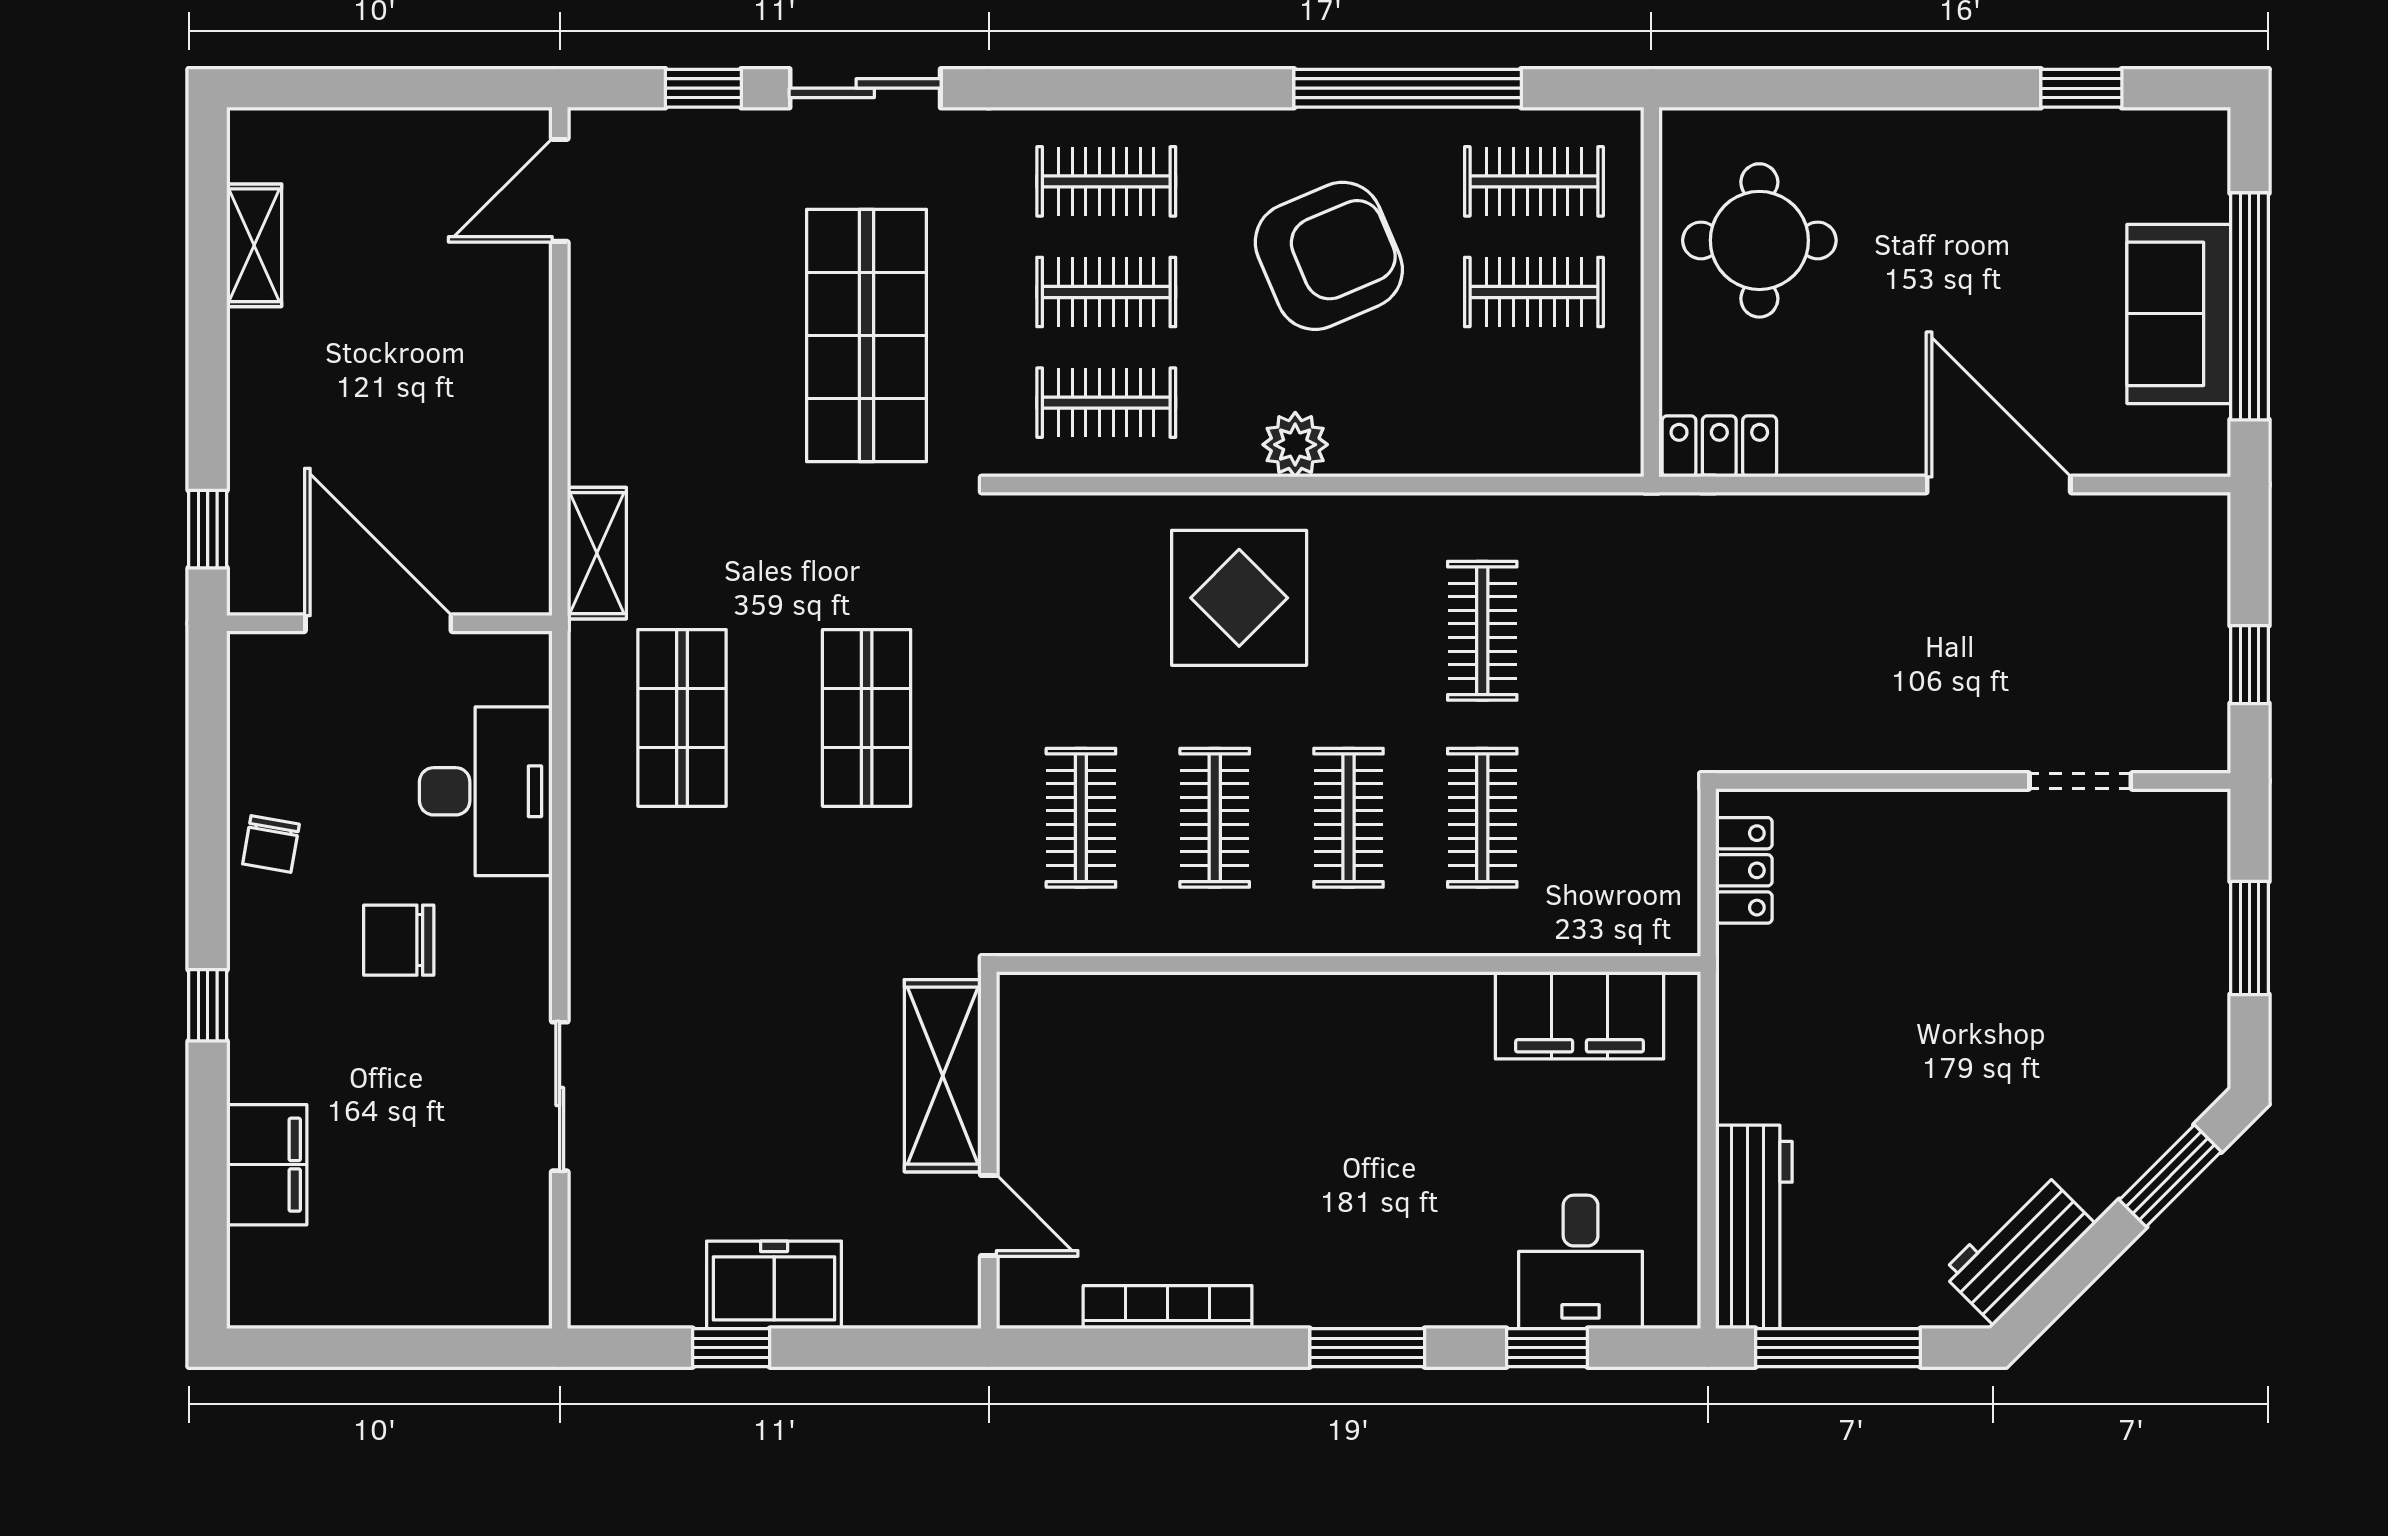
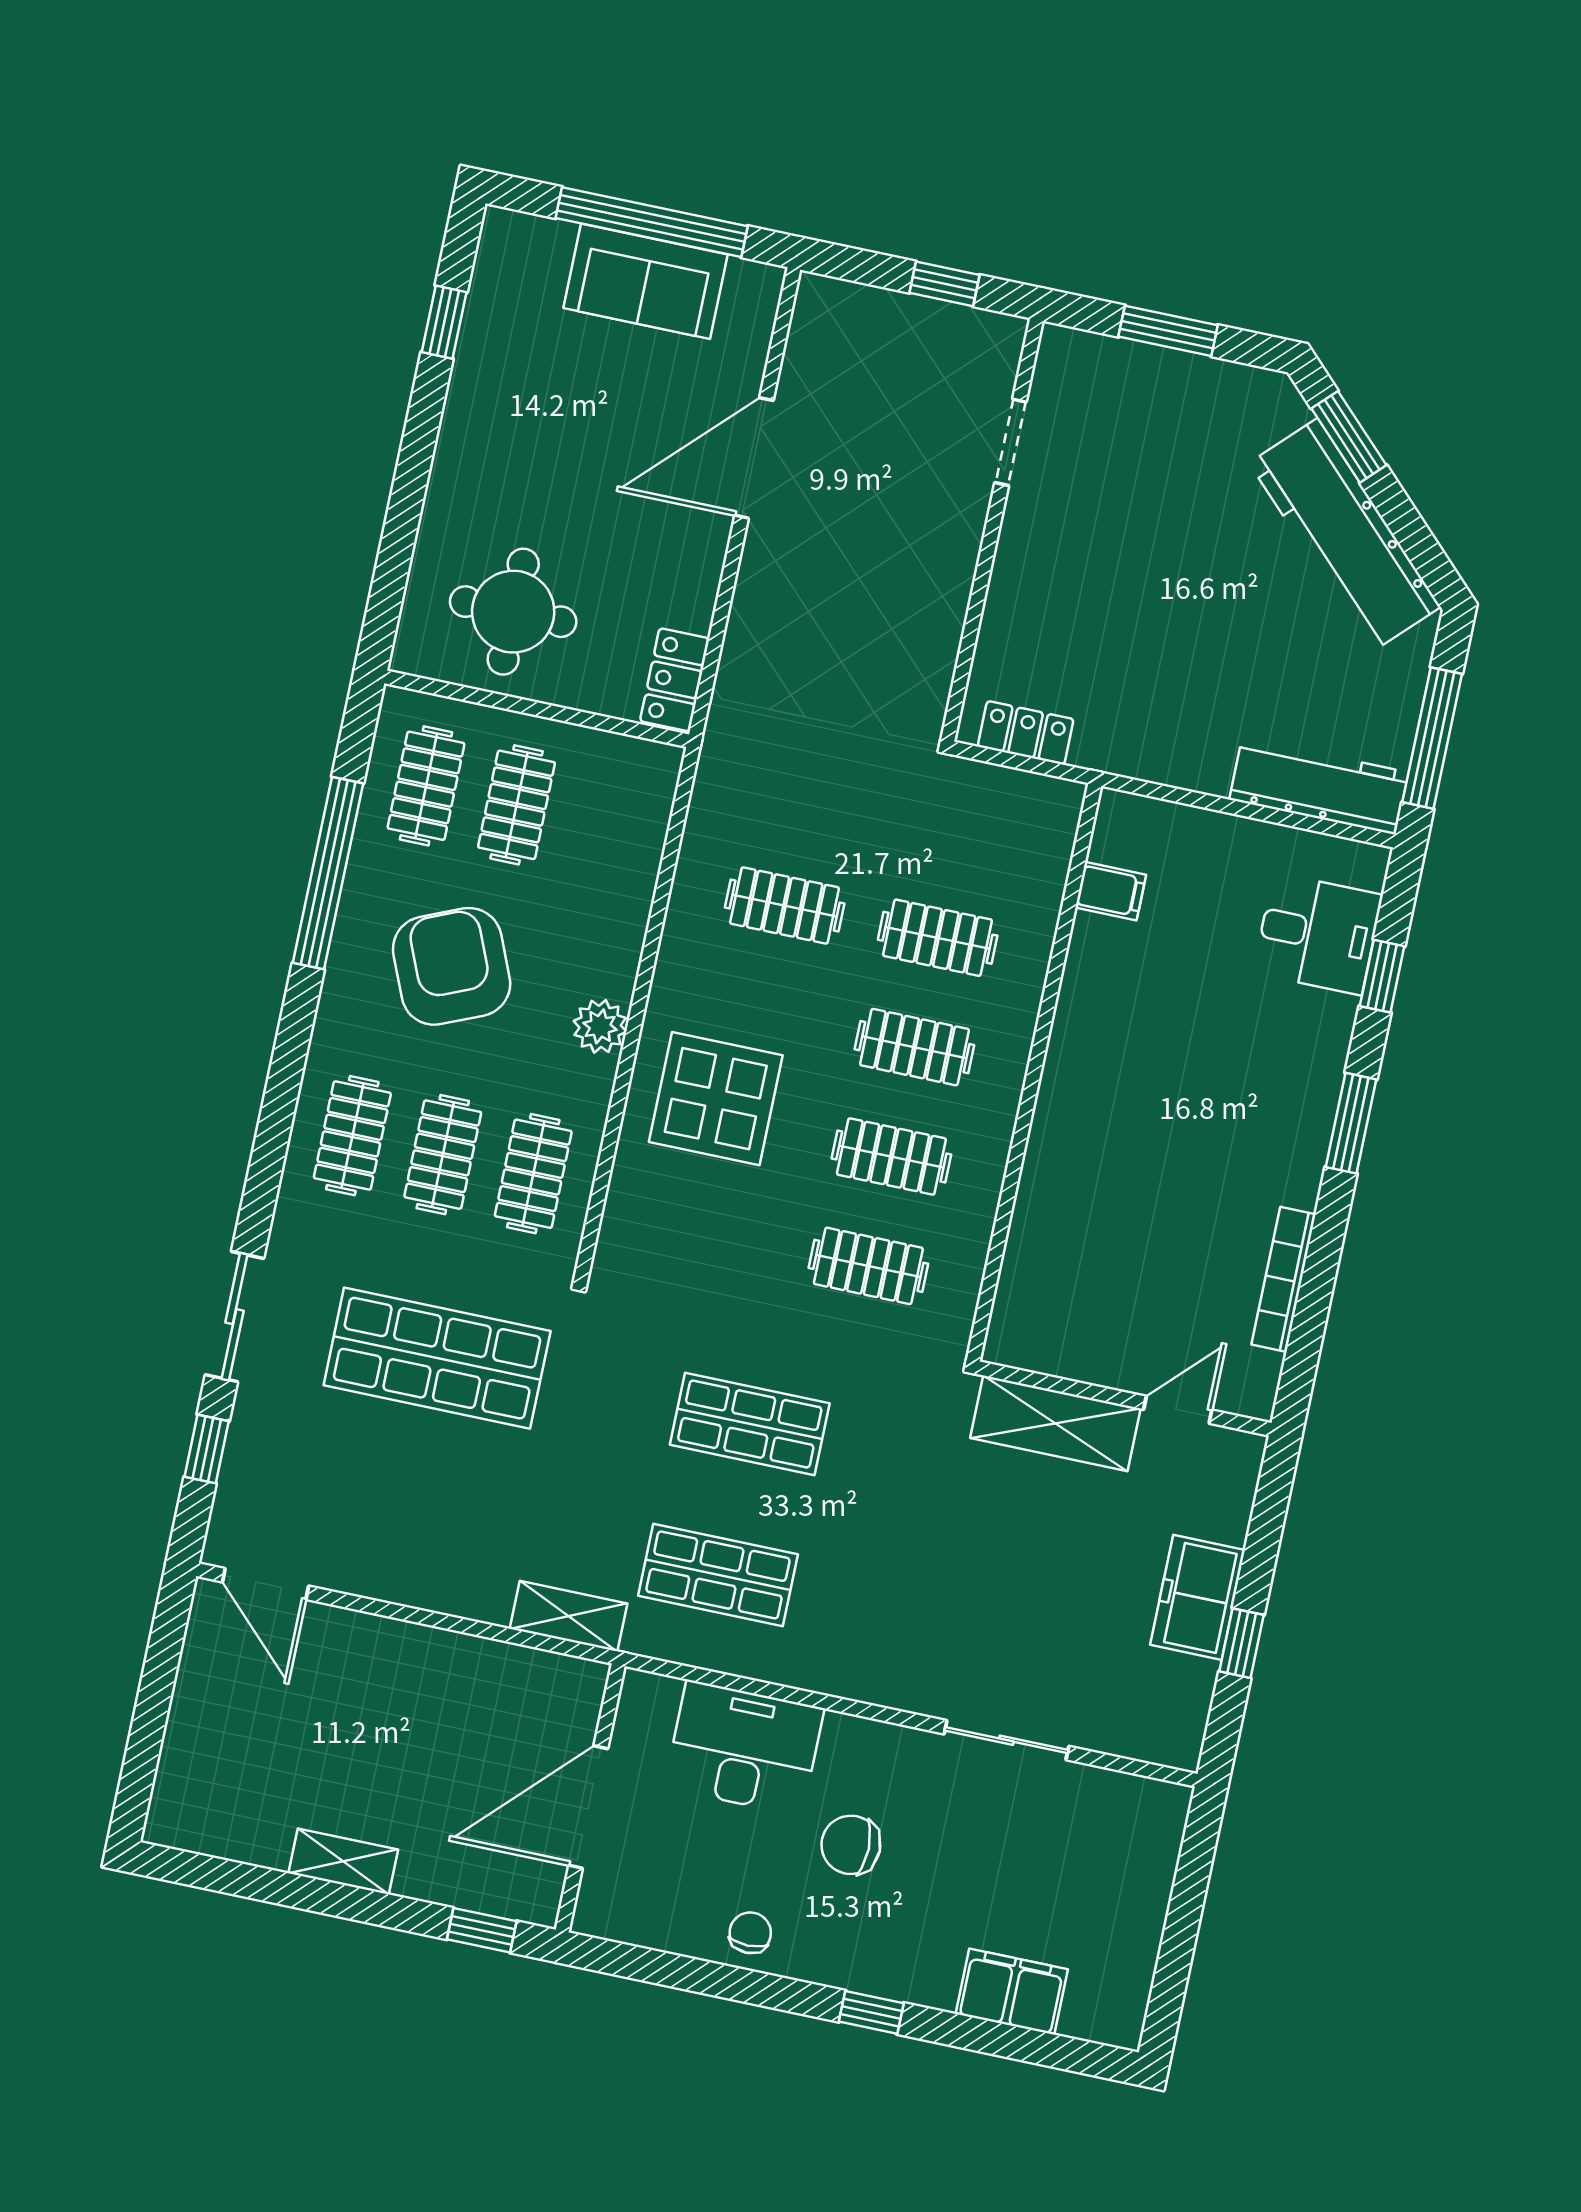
shelving: (254, 245) -> (343, 1861), moved
chair: (271, 844) -> (750, 1933), turned -100
chair: (399, 940) -> (851, 1845), turned 90
filing cabinet: (1580, 1015) -> (1111, 891), width x0.33, depth x0.86
workbench: (2018, 1248) -> (1345, 535), width x1.88, depth x1.32

